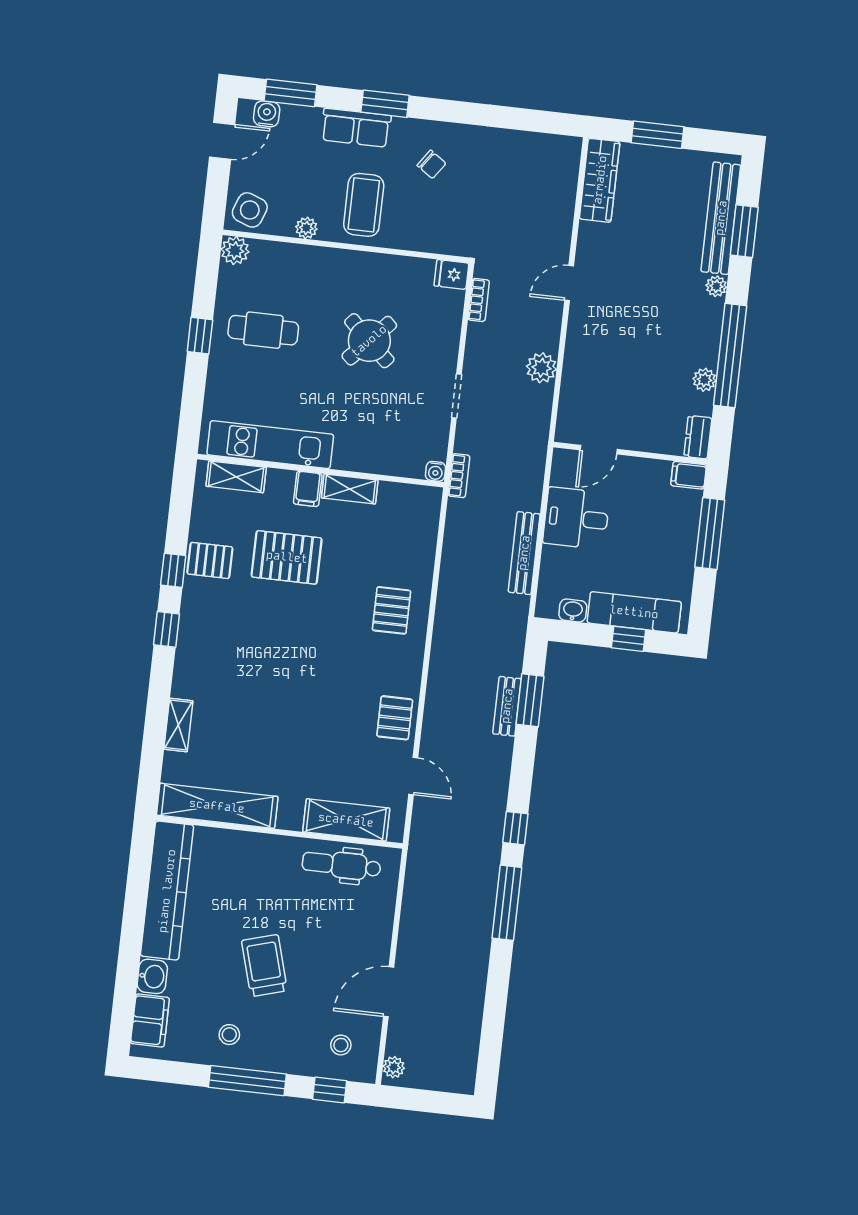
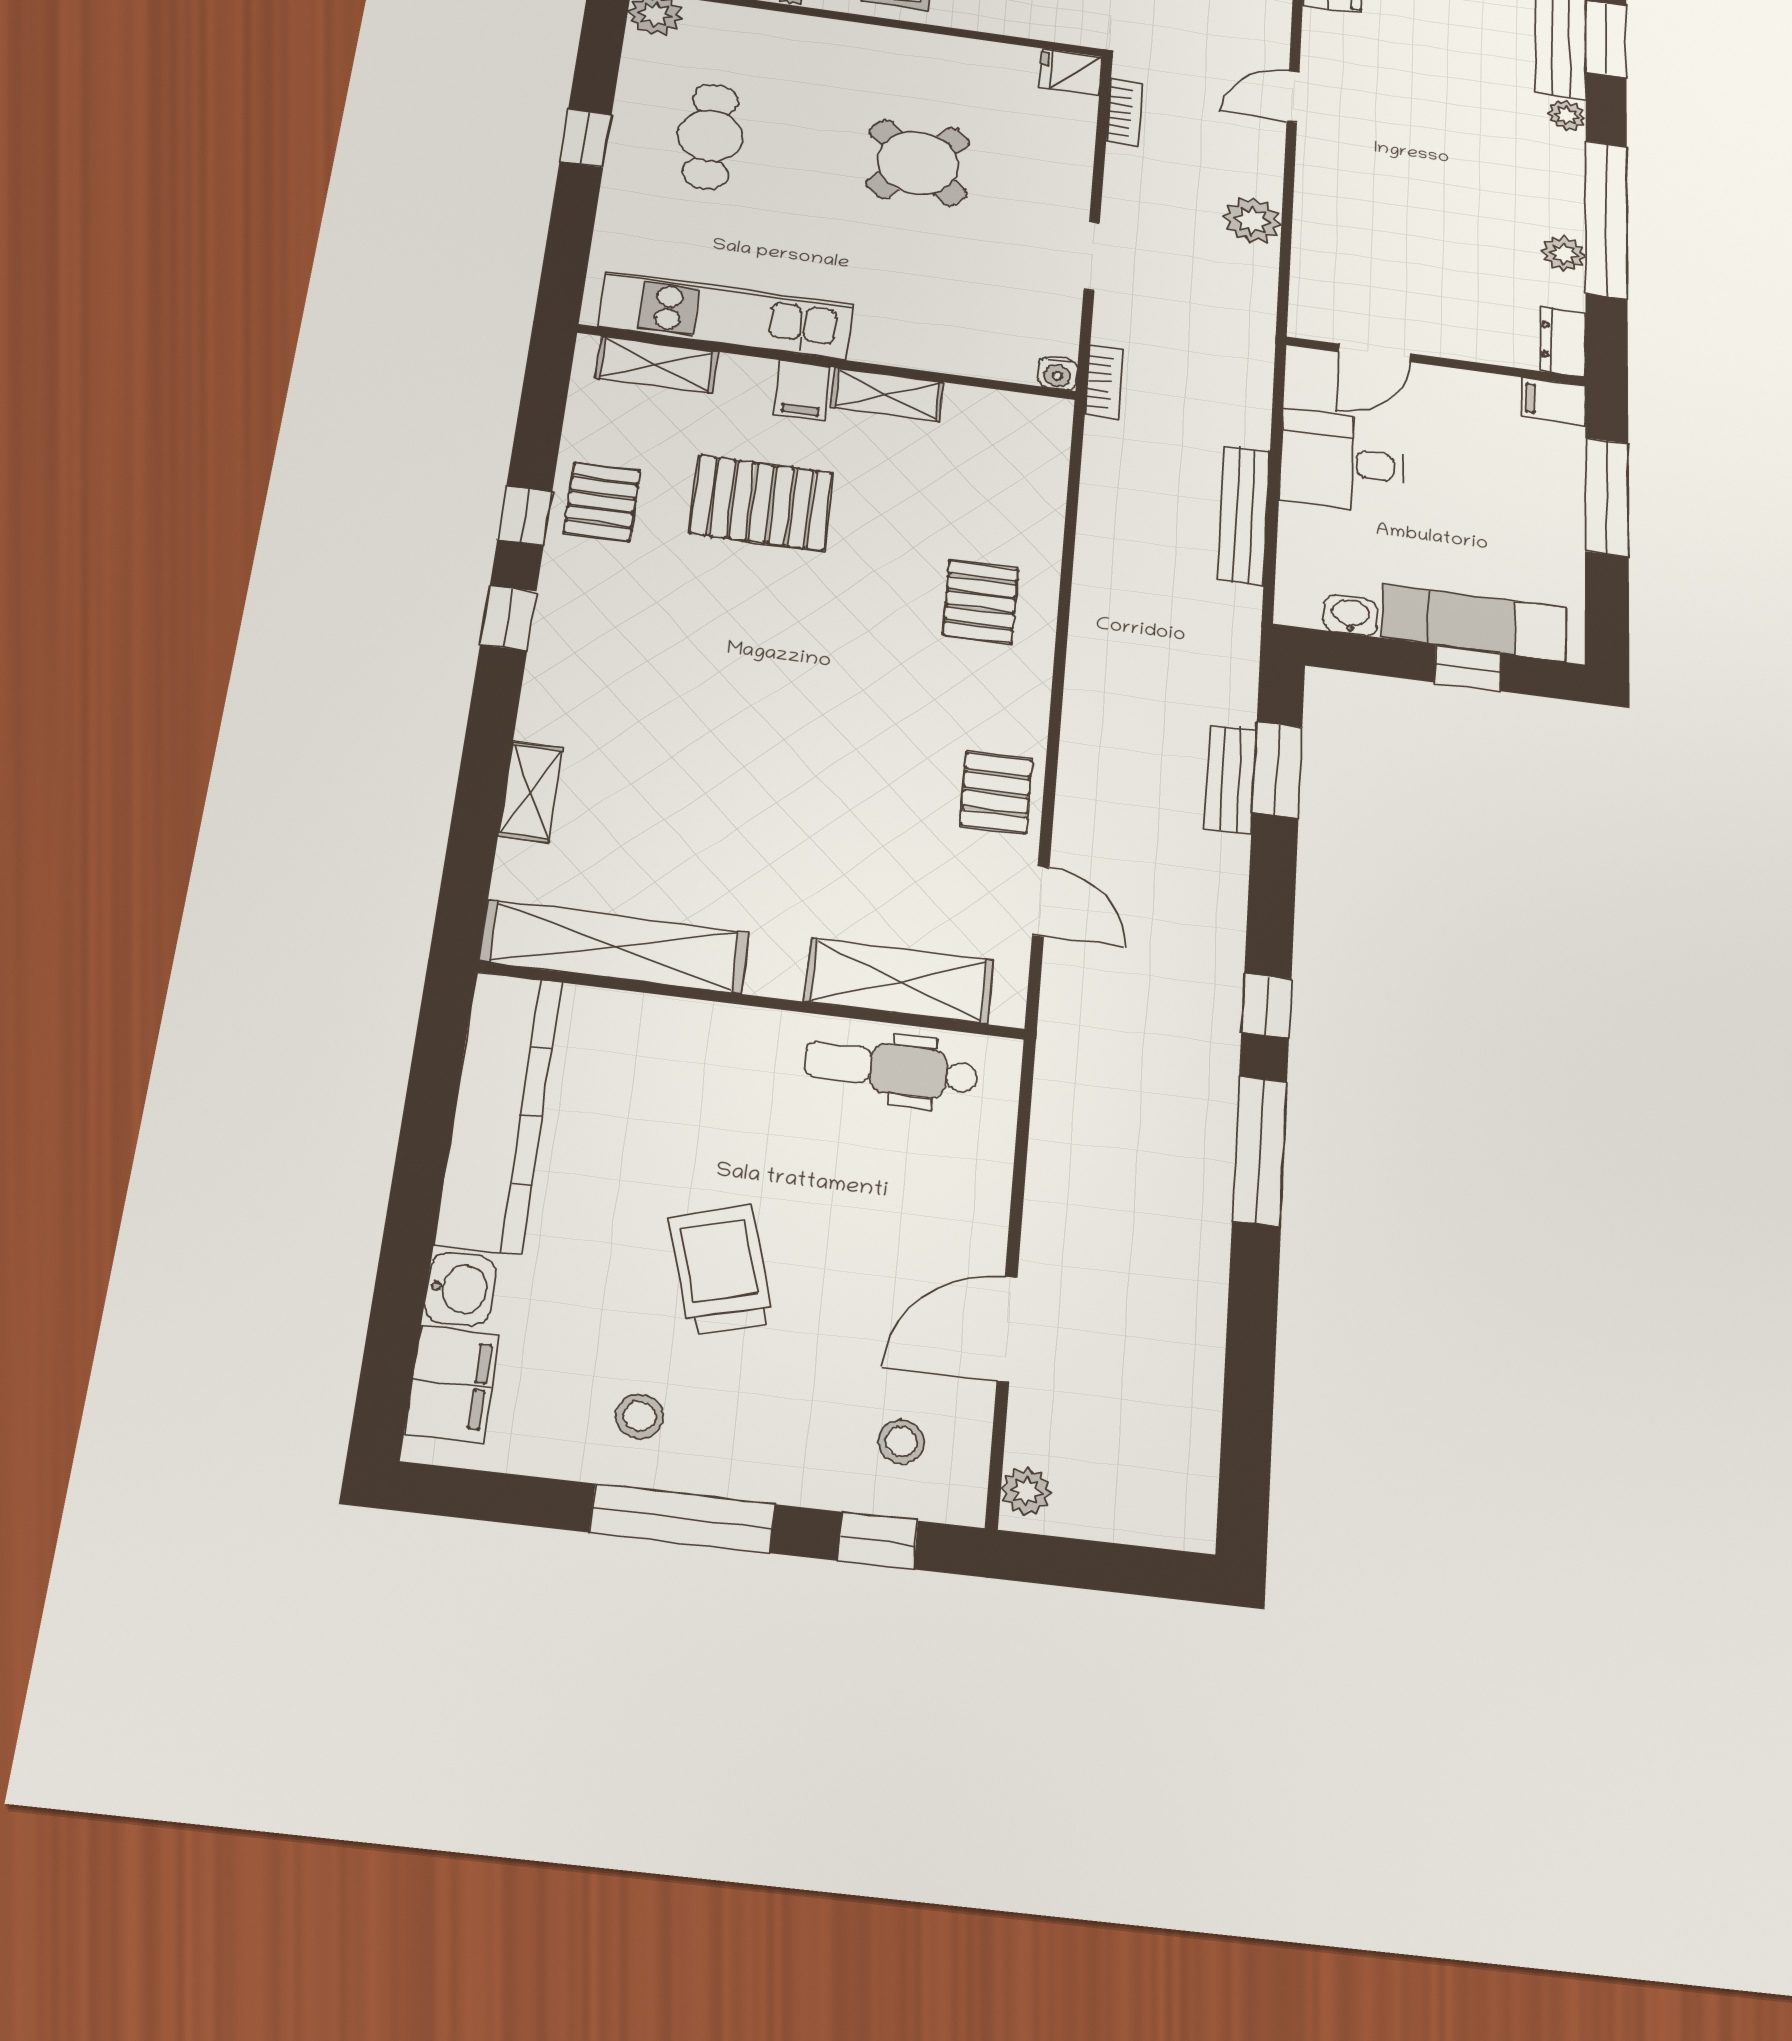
cafe table: (263, 330) -> (710, 136), turned 90
pallet: (210, 560) -> (602, 502), turned 90

